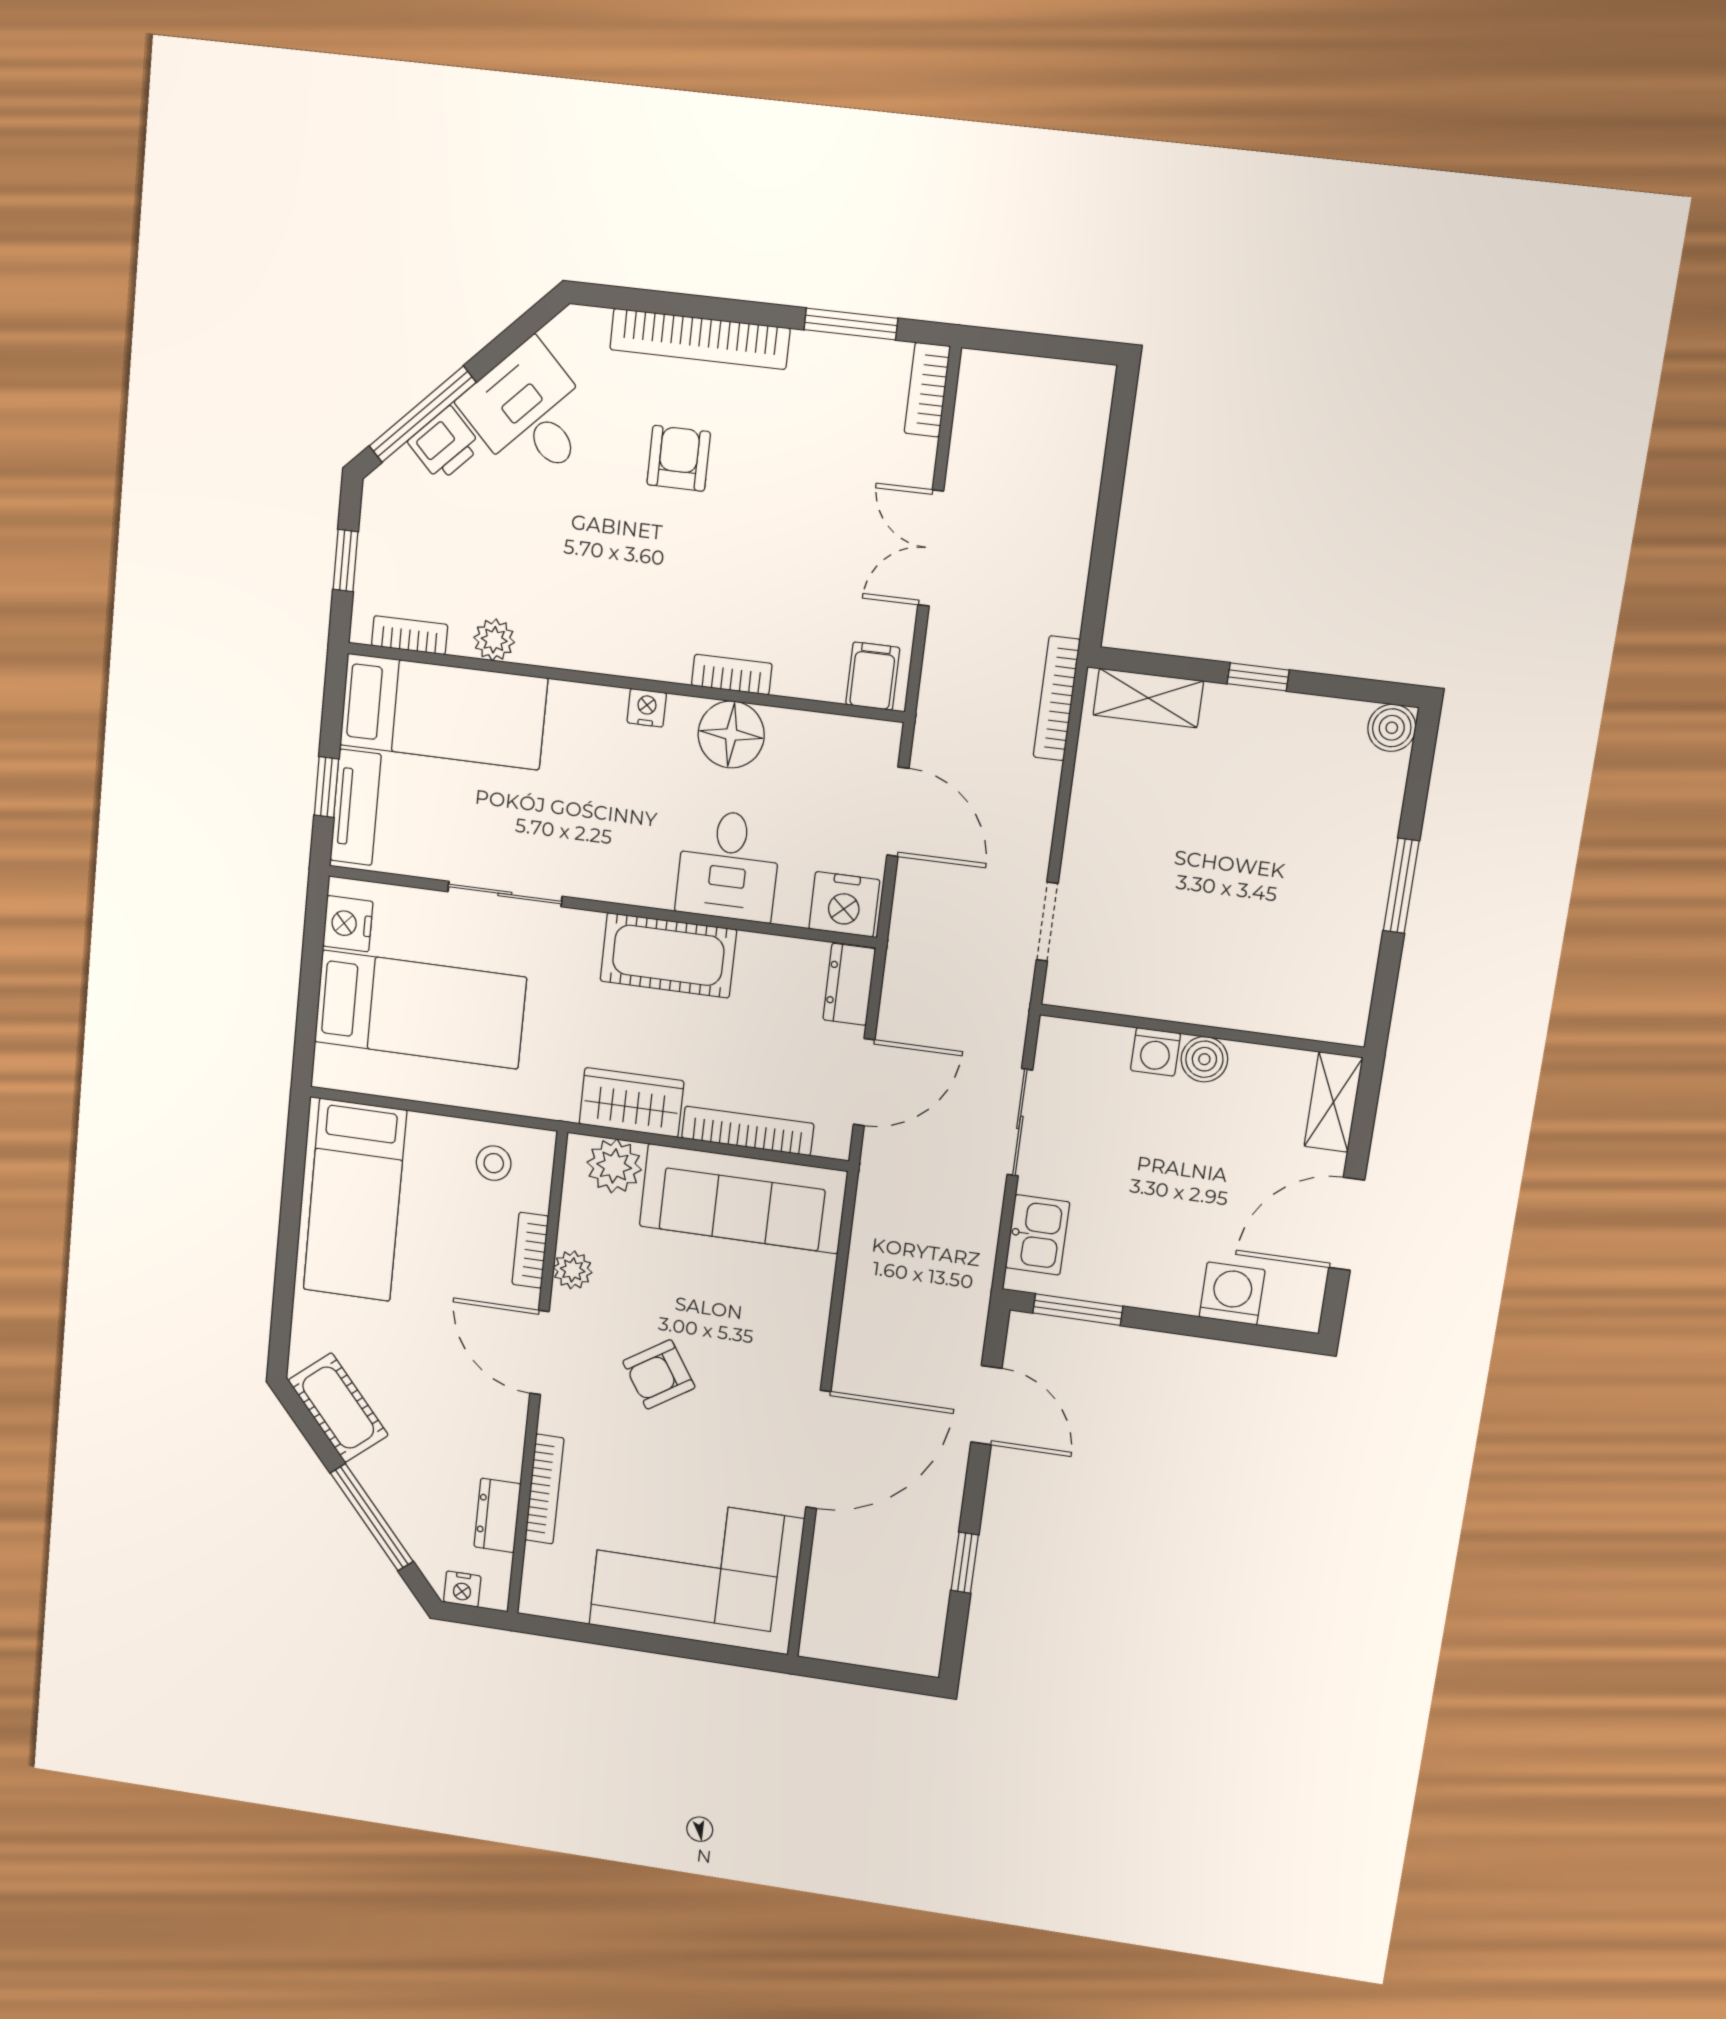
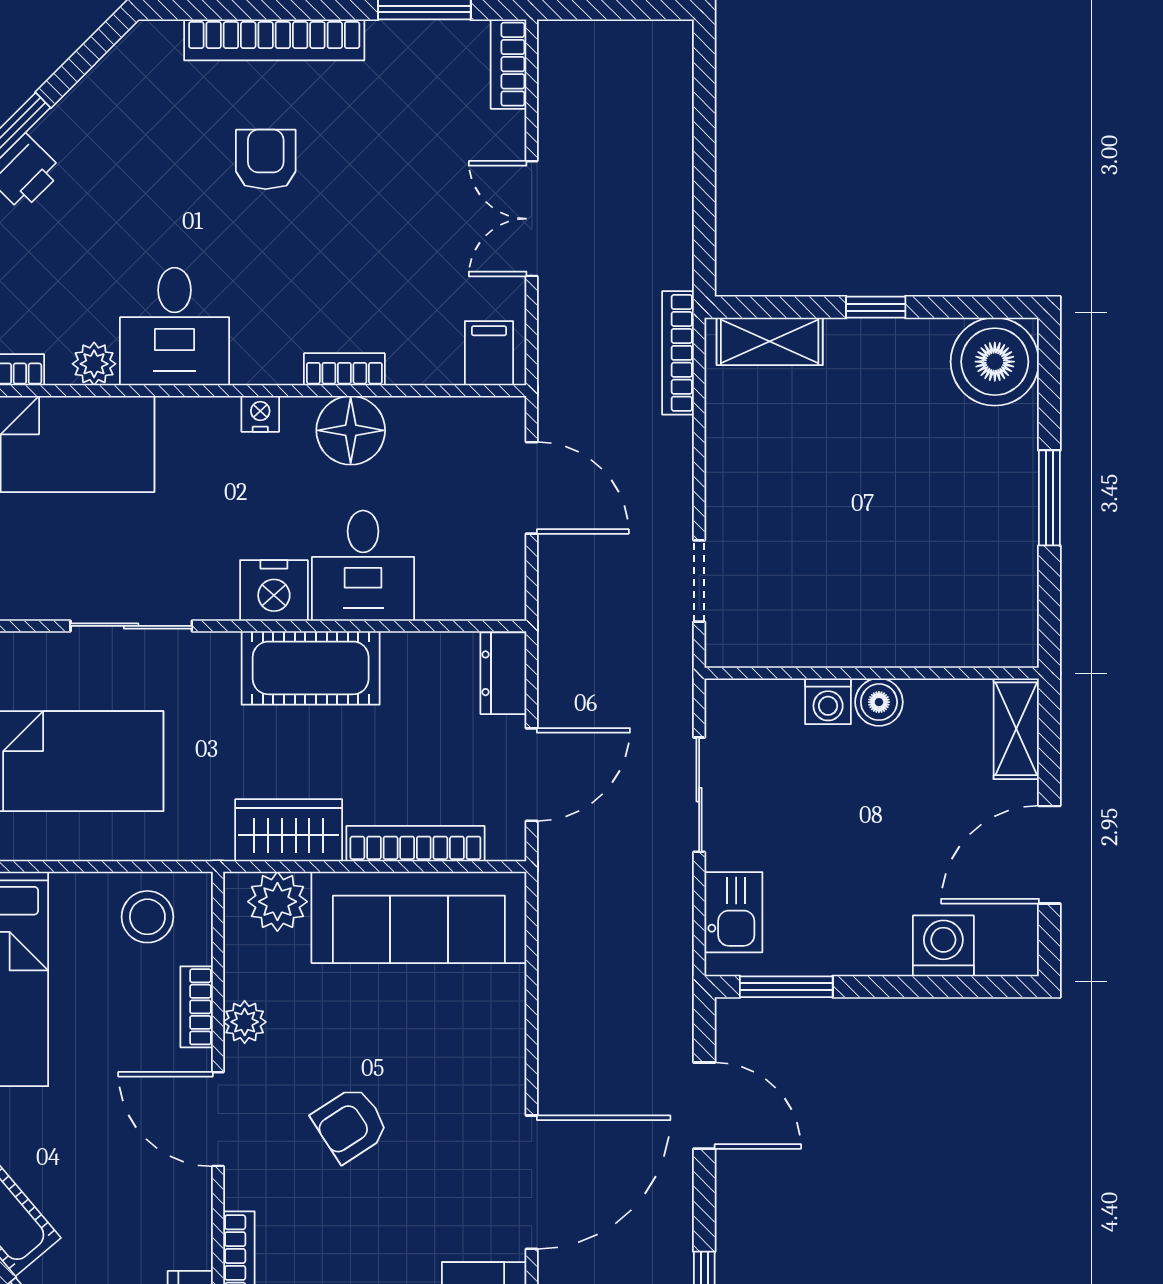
desk: (530, 414) -> (175, 327), moved, turned -135
boiler: (1392, 728) -> (995, 362), width x1.86, depth x1.86
nightstand: (844, 904) -> (274, 590), moved
stool: (494, 1163) -> (147, 917), width x1.37, depth x1.37

